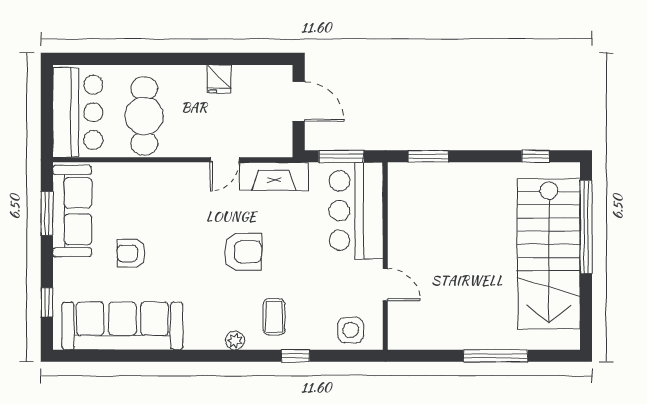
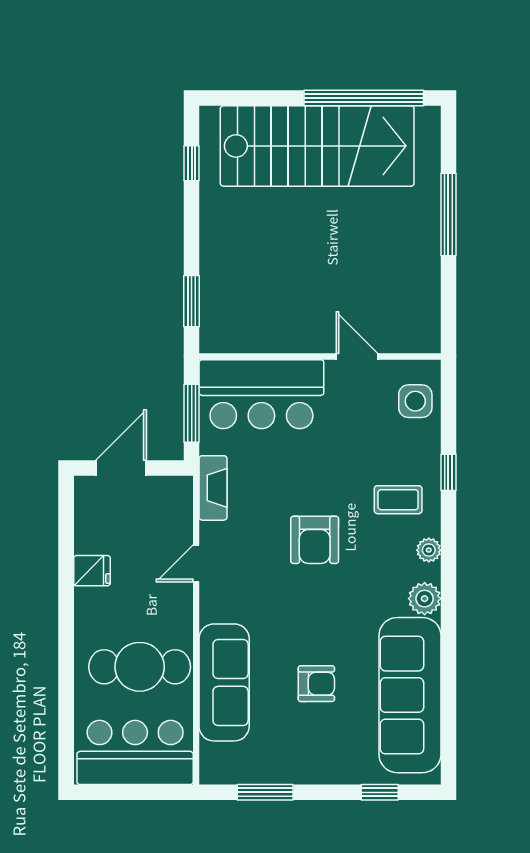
door: (225, 160) -> (196, 563), swing flipped
fireplace: (274, 176) -> (213, 488), width x0.73, depth x0.76
sofa: (72, 211) -> (224, 682), moved, turned 90
window: (586, 227) -> (364, 98), moved
armchair: (243, 252) -> (315, 540), turned 180
armchair: (131, 253) -> (316, 684), turned -90
door: (385, 285) -> (357, 356), hinge flipped
plant: (197, 337) -> (425, 599), added

